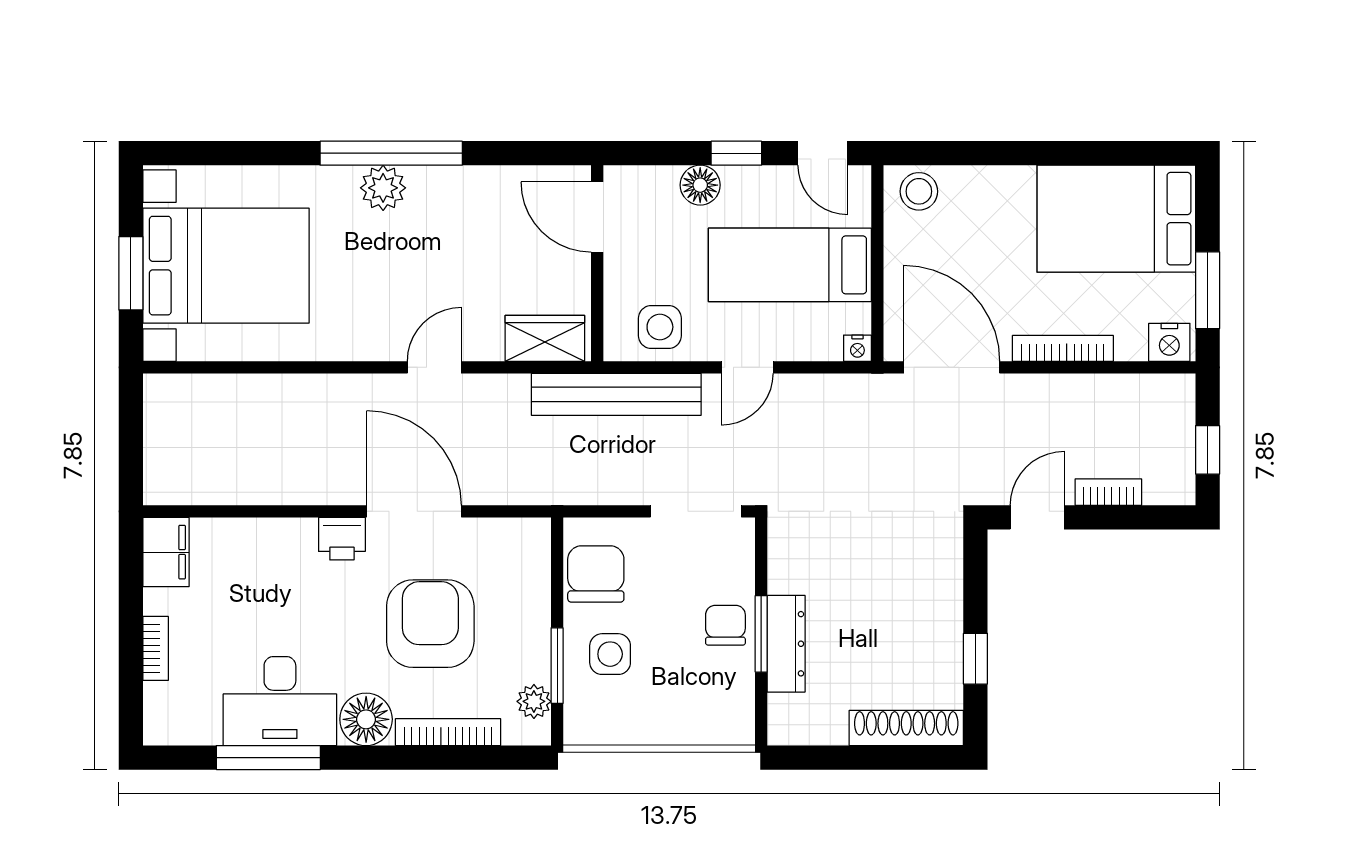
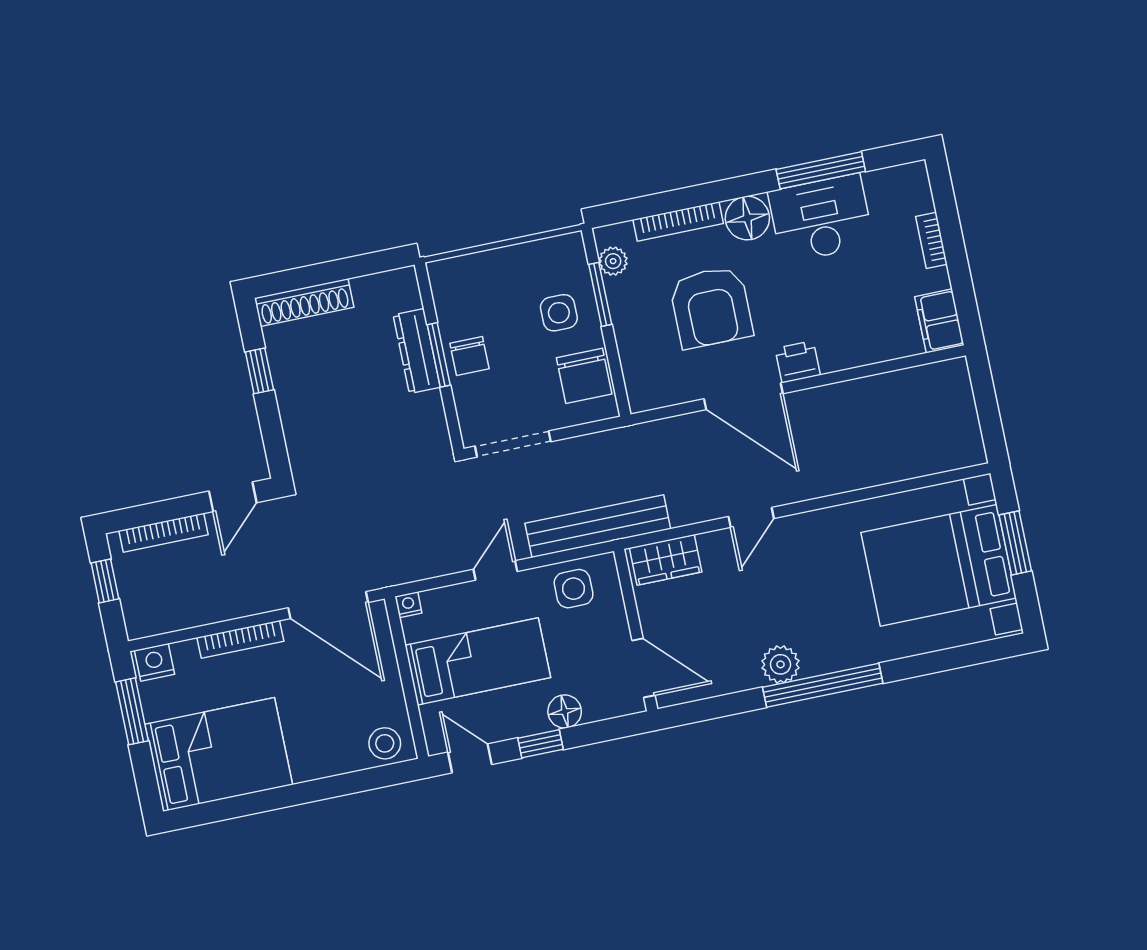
plant: (383, 188) -> (780, 664), moved
bookcase: (1108, 492) -> (164, 533), width x1.56

